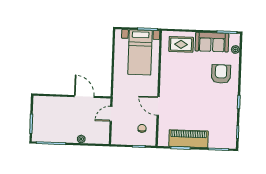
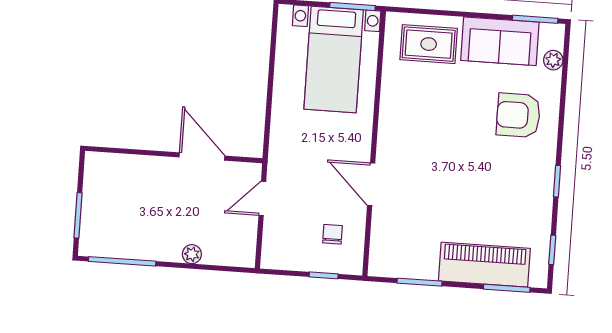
armchair: (221, 74) -> (518, 115), turned -90
piano: (188, 139) -> (484, 265), moved

